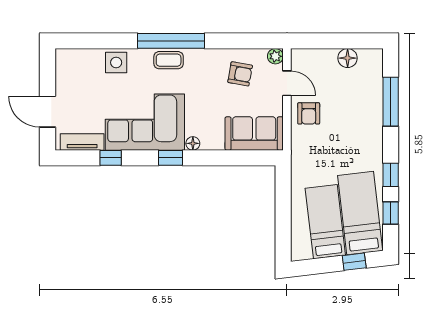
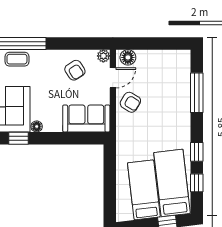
floor lamp: (348, 58) -> (128, 57), moved
armchair: (240, 74) -> (75, 70), turned 47
door: (287, 83) -> (113, 78), hinge flipped
armchair: (309, 113) -> (130, 102), turned -59

